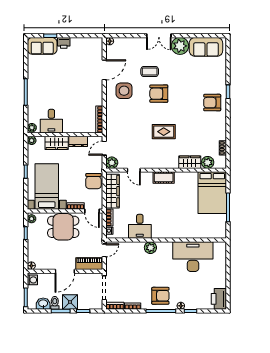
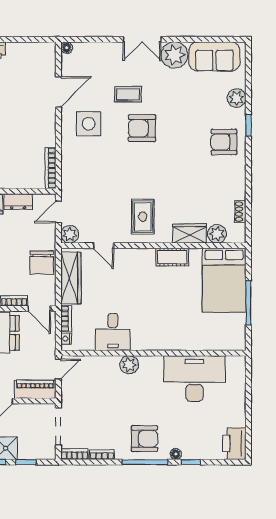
plant: (220, 74) -> (237, 98), added
rug: (164, 132) -> (143, 217), moved, turned 90
cot: (164, 177) -> (172, 257), moved

